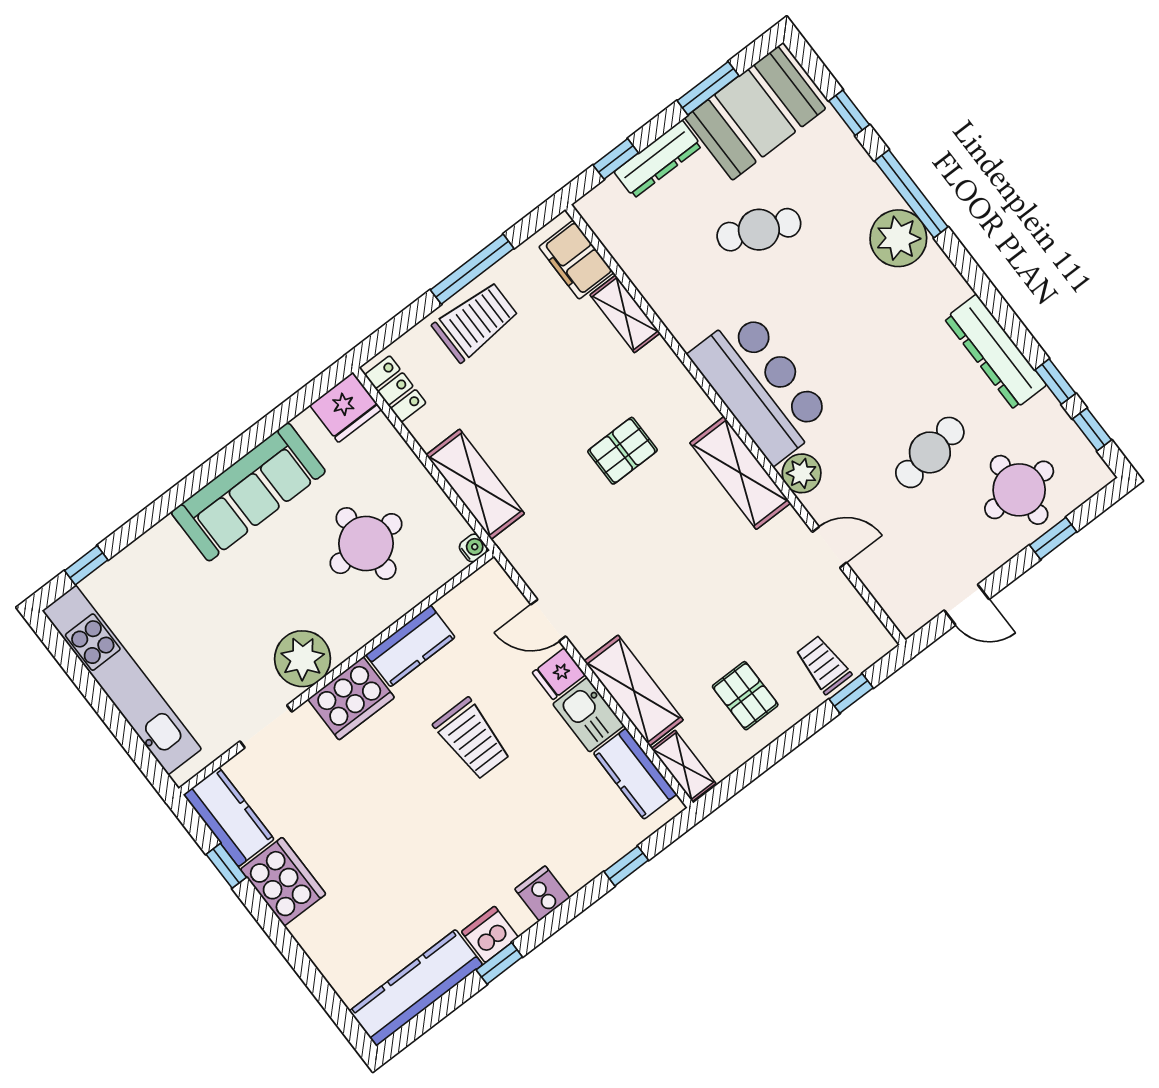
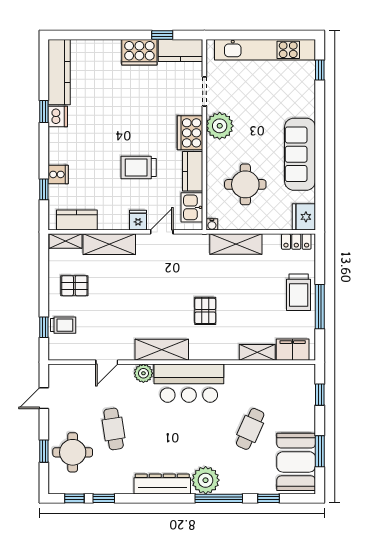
dresser: (658, 159) -> (307, 411), removed
dresser: (995, 352) -> (162, 484), moved
kitchen sink: (588, 715) -> (192, 207), moved, turned -90
cooker: (542, 893) -> (58, 174), moved

